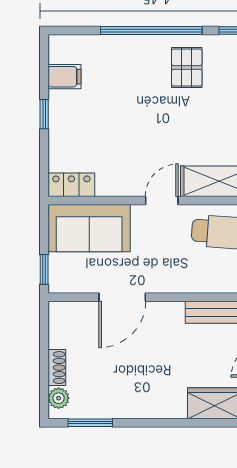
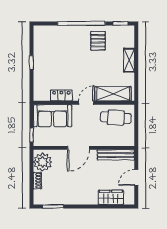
filing cabinet: (65, 77) -> (41, 45), removed
locker: (71, 185) -> (61, 95), moved
door: (122, 297) -> (78, 148), moved
plant: (59, 398) -> (42, 162), moved, width x1.87, depth x1.87

